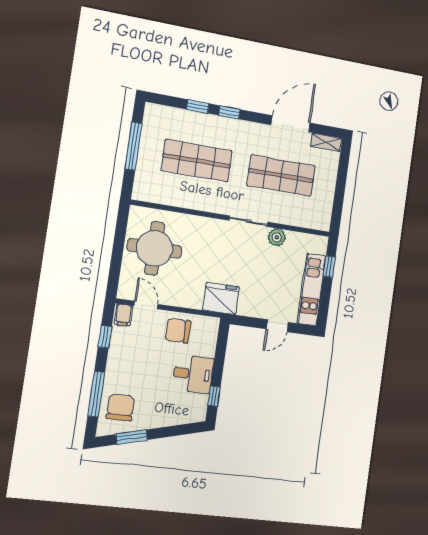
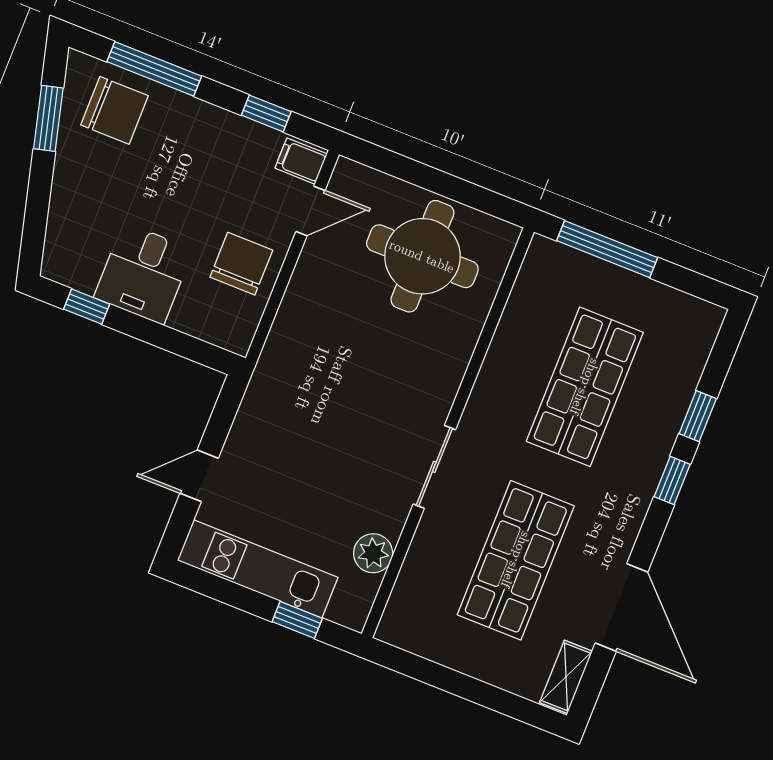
window: (133, 146) -> (607, 249), moved
plant: (277, 237) -> (373, 553), moved
fridge: (221, 298) -> (286, 369), removed
door: (277, 326) -> (199, 476), hinge flipped

